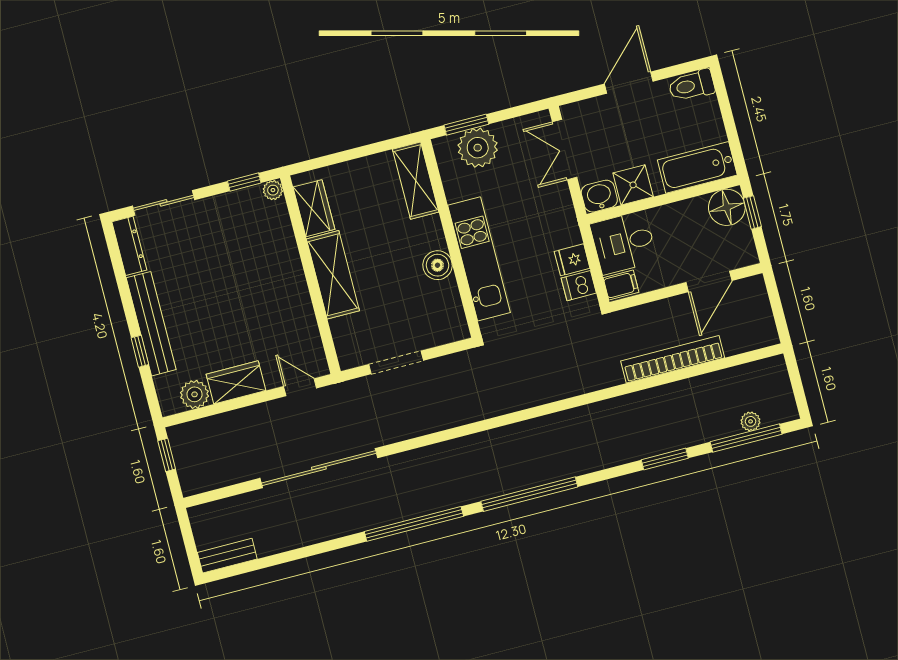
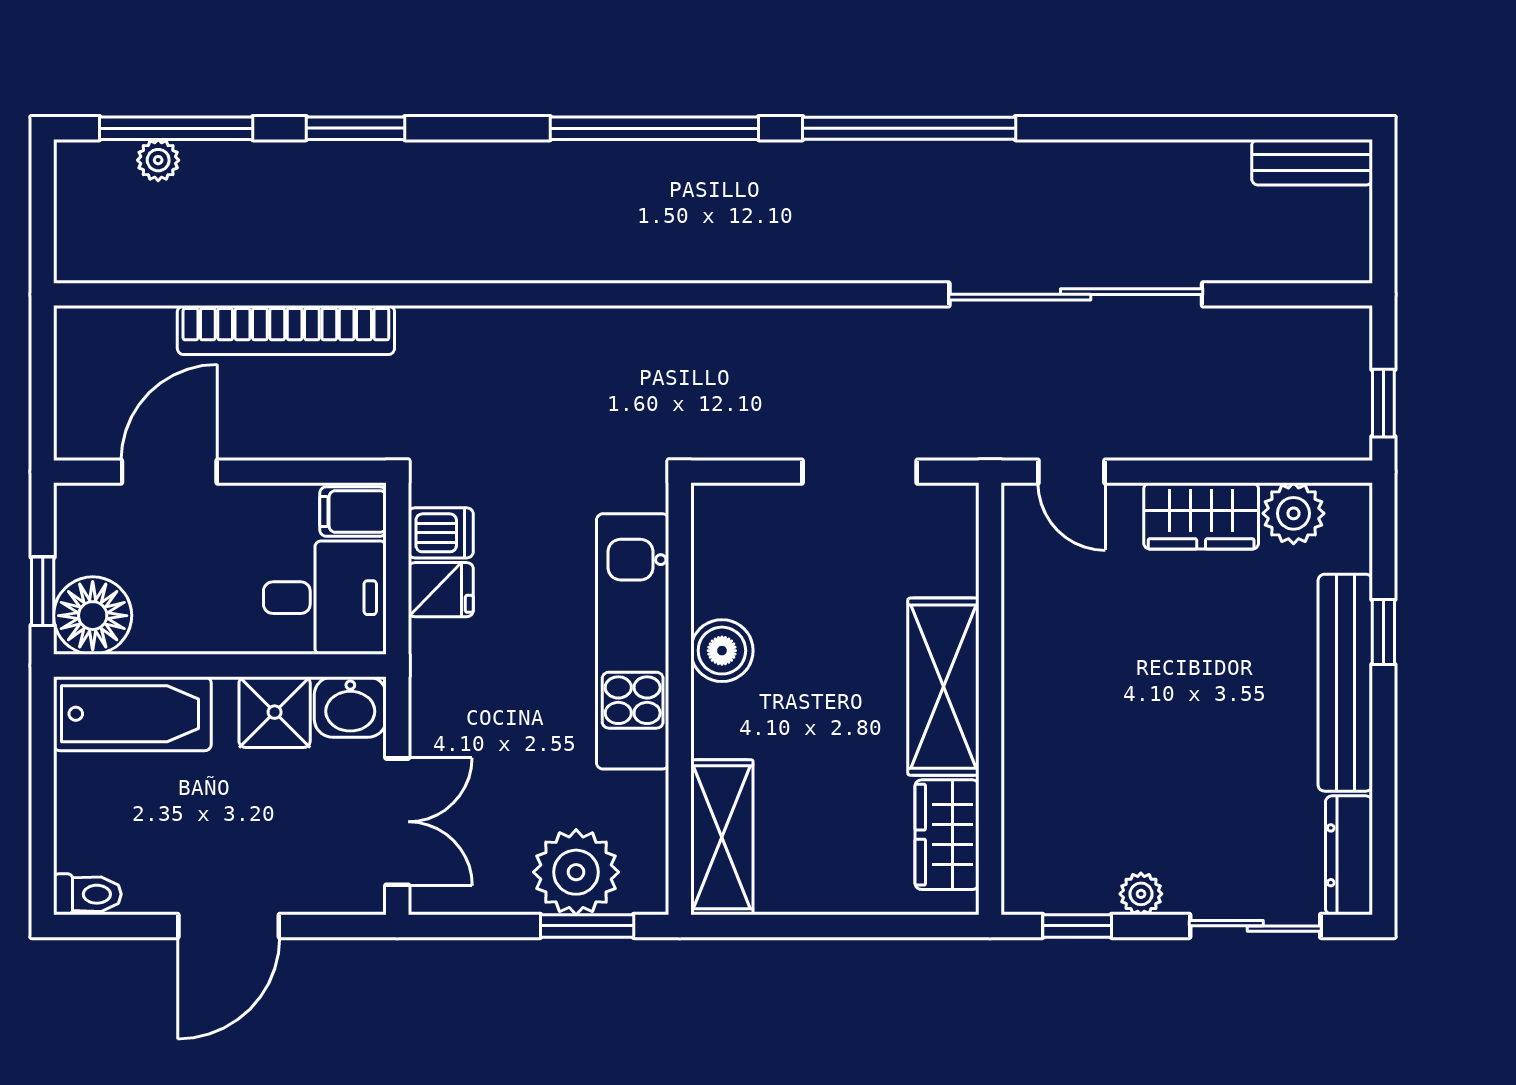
toilet: (692, 85) -> (87, 894), width x0.73, depth x0.72
plant: (273, 190) -> (1141, 894), moved

